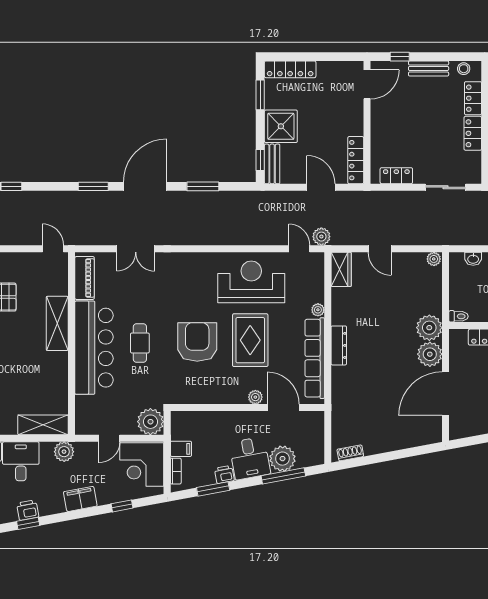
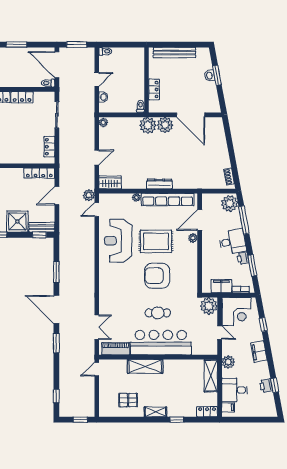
double door: (136, 249) -> (97, 327), moved
filing cabinet: (181, 449) -> (221, 286), width x2.00
plant: (282, 459) -> (230, 203), moved

